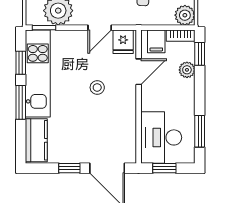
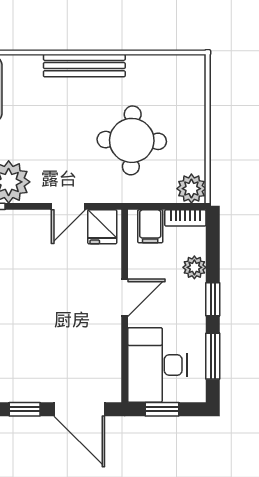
window: (200, 54) -> (213, 299), moved
door: (139, 72) -> (125, 298), moved
stool: (97, 87) -> (65, 293), removed

